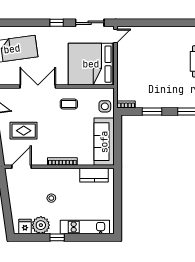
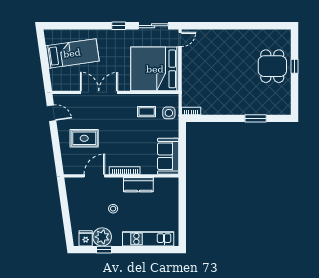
coffee table: (69, 104) -> (147, 112), moved
window: (152, 112) -> (218, 118), removed
sofa: (104, 142) -> (168, 156), width x0.73
door: (21, 167) -> (94, 176), moved
kitchen counter: (94, 175) -> (138, 185), moved
window: (57, 237) -> (104, 250), moved

